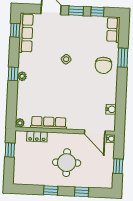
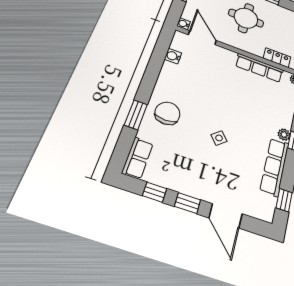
row of seats: (26, 33) -> (275, 167), moved

